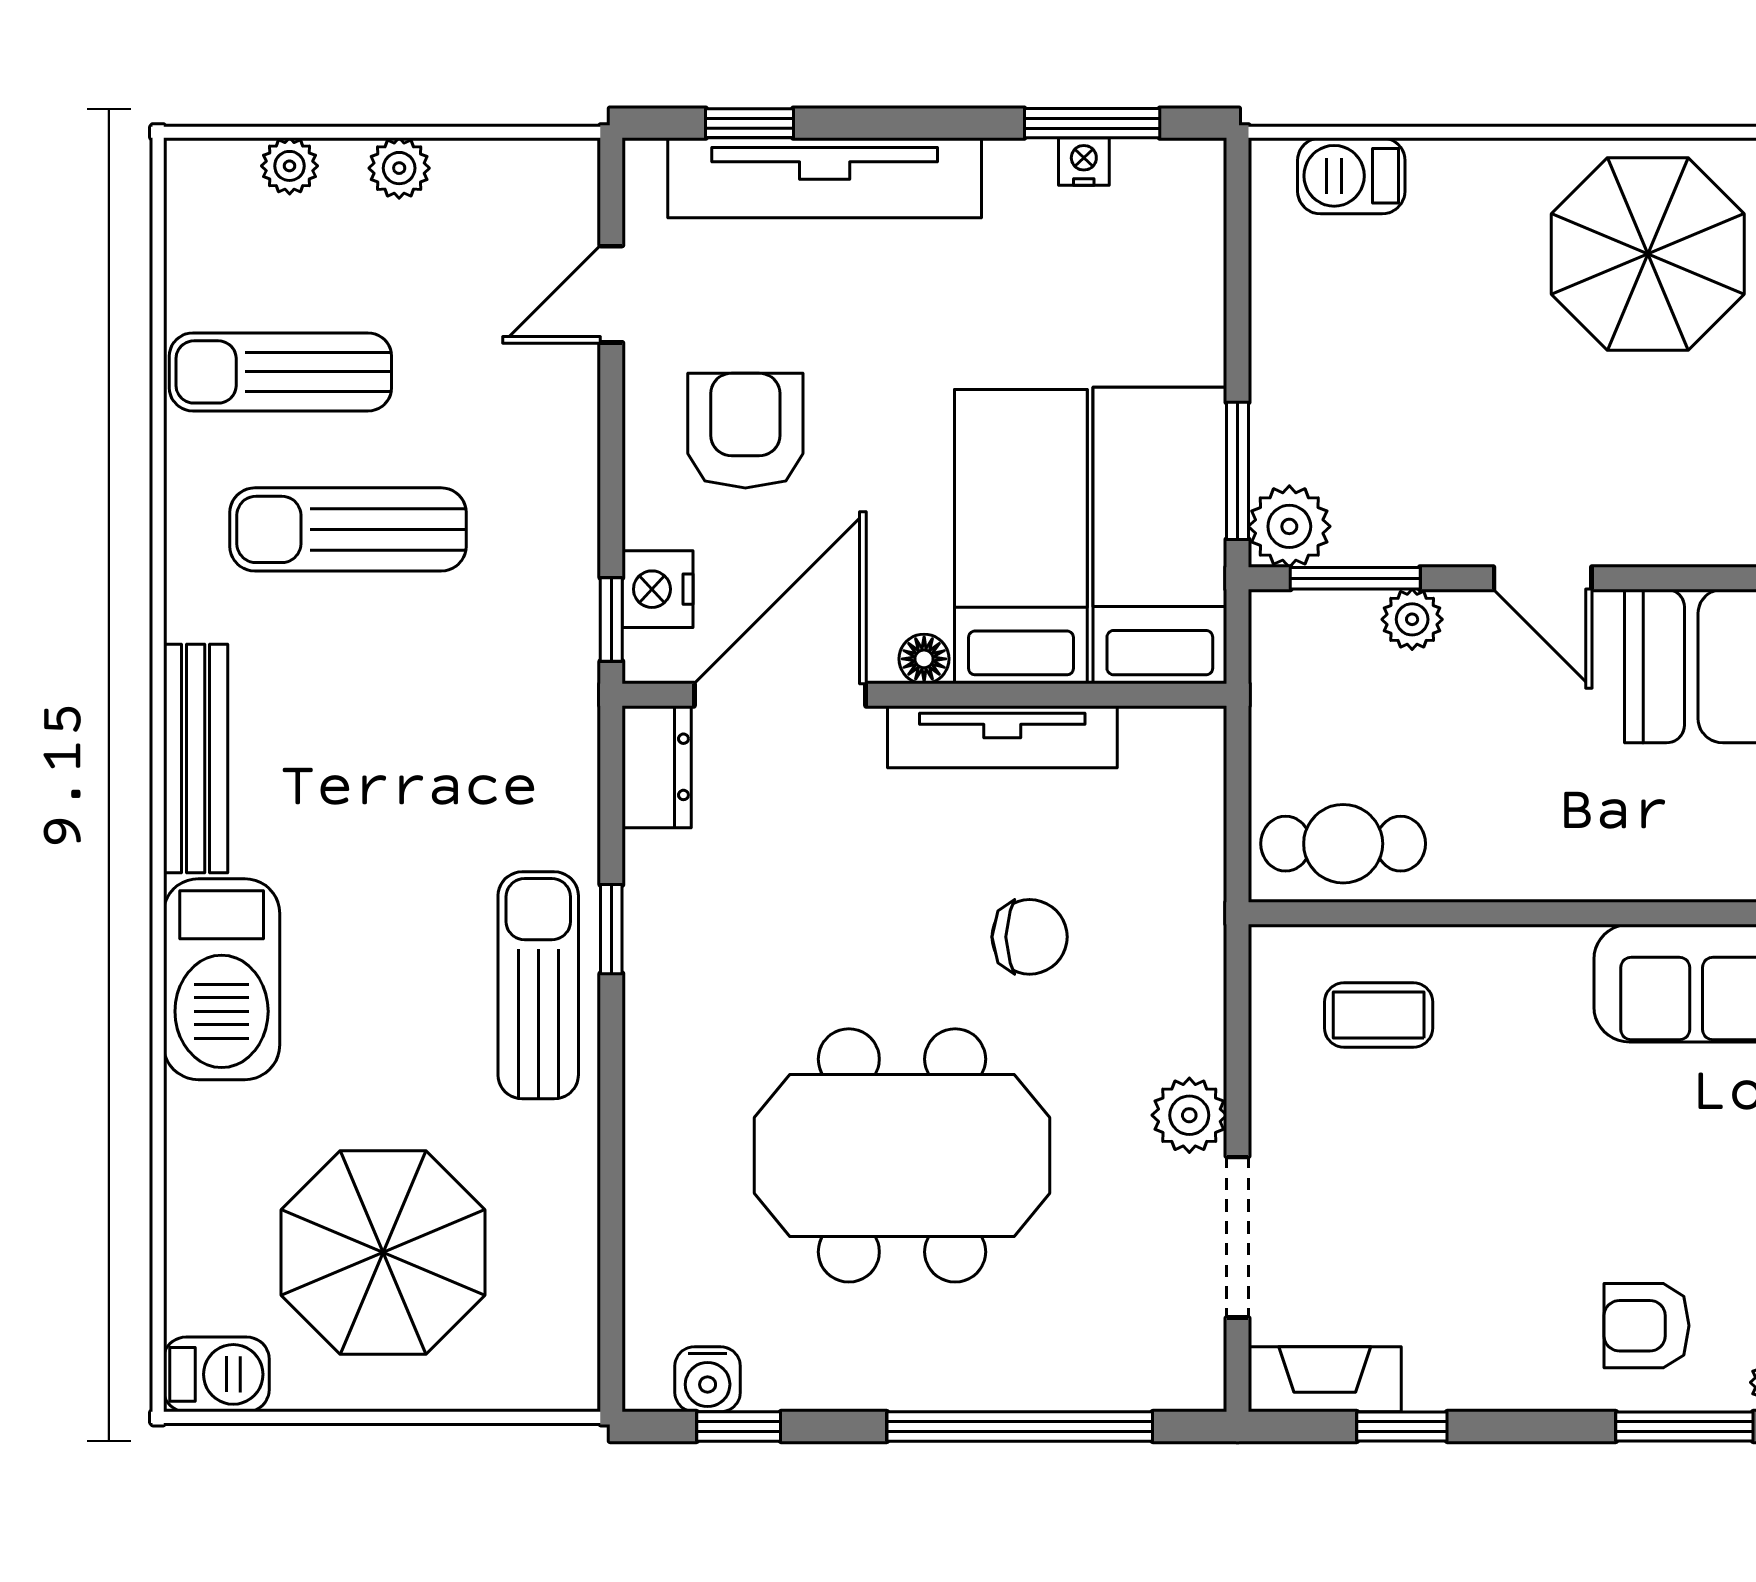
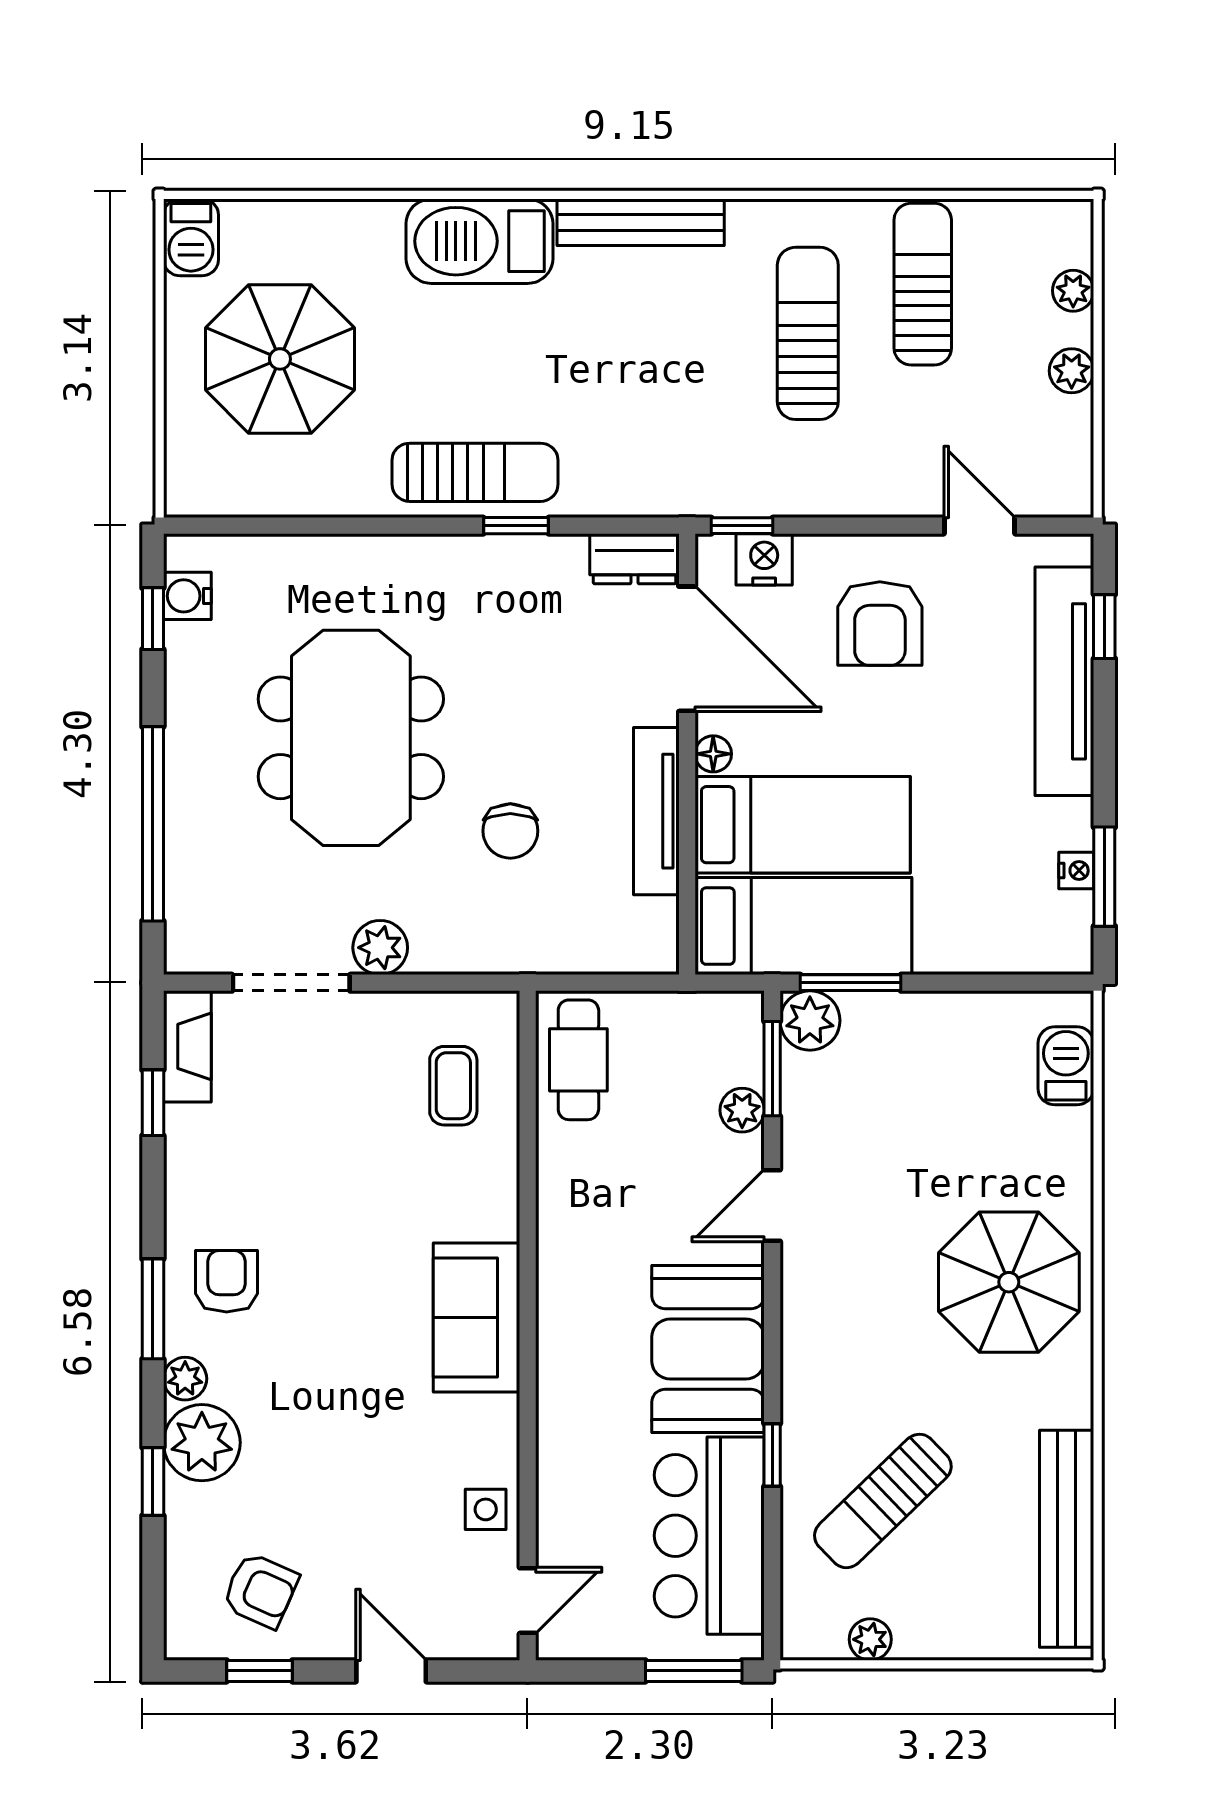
armchair: (745, 431) -> (880, 624), turned 90

